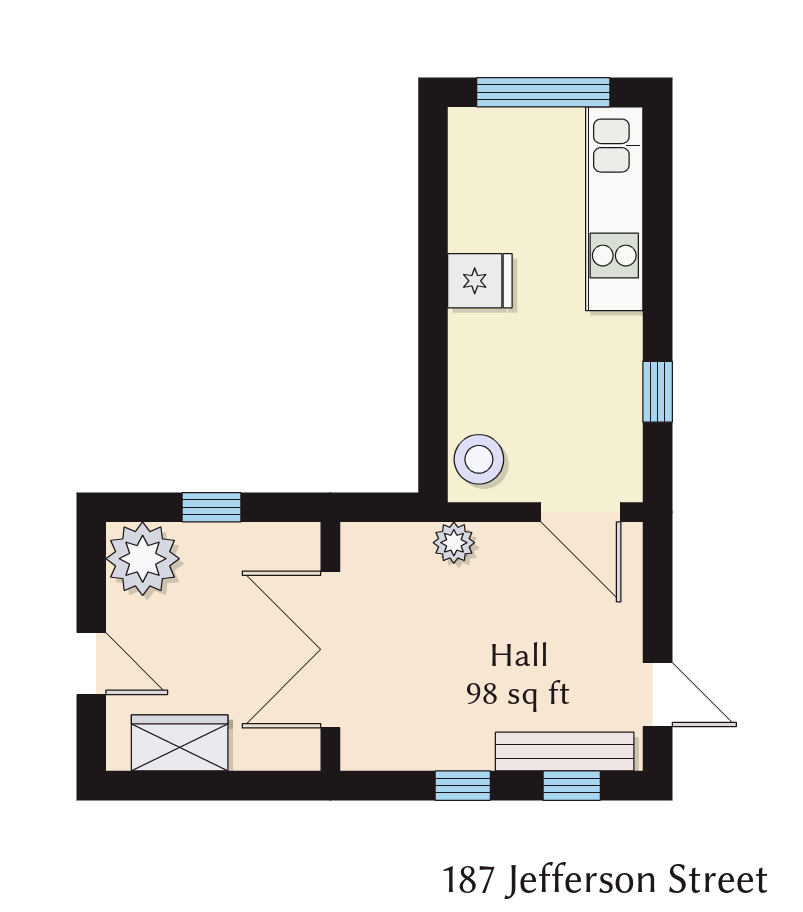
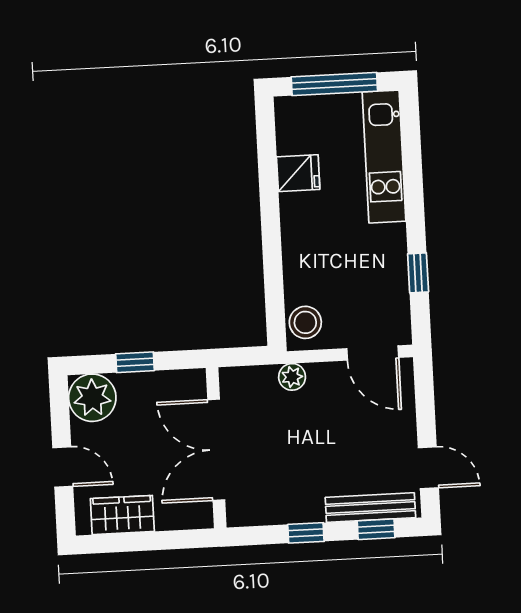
fridge: (480, 281) -> (298, 173), moved

